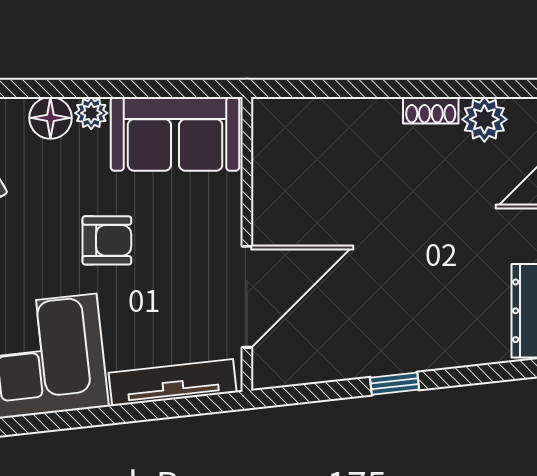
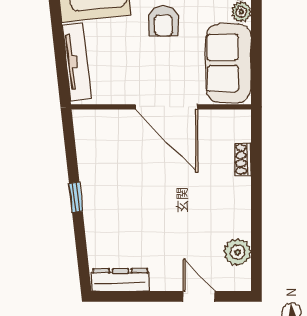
shoe rack: (431, 110) -> (243, 159), moved
door: (247, 297) -> (166, 107), moved

